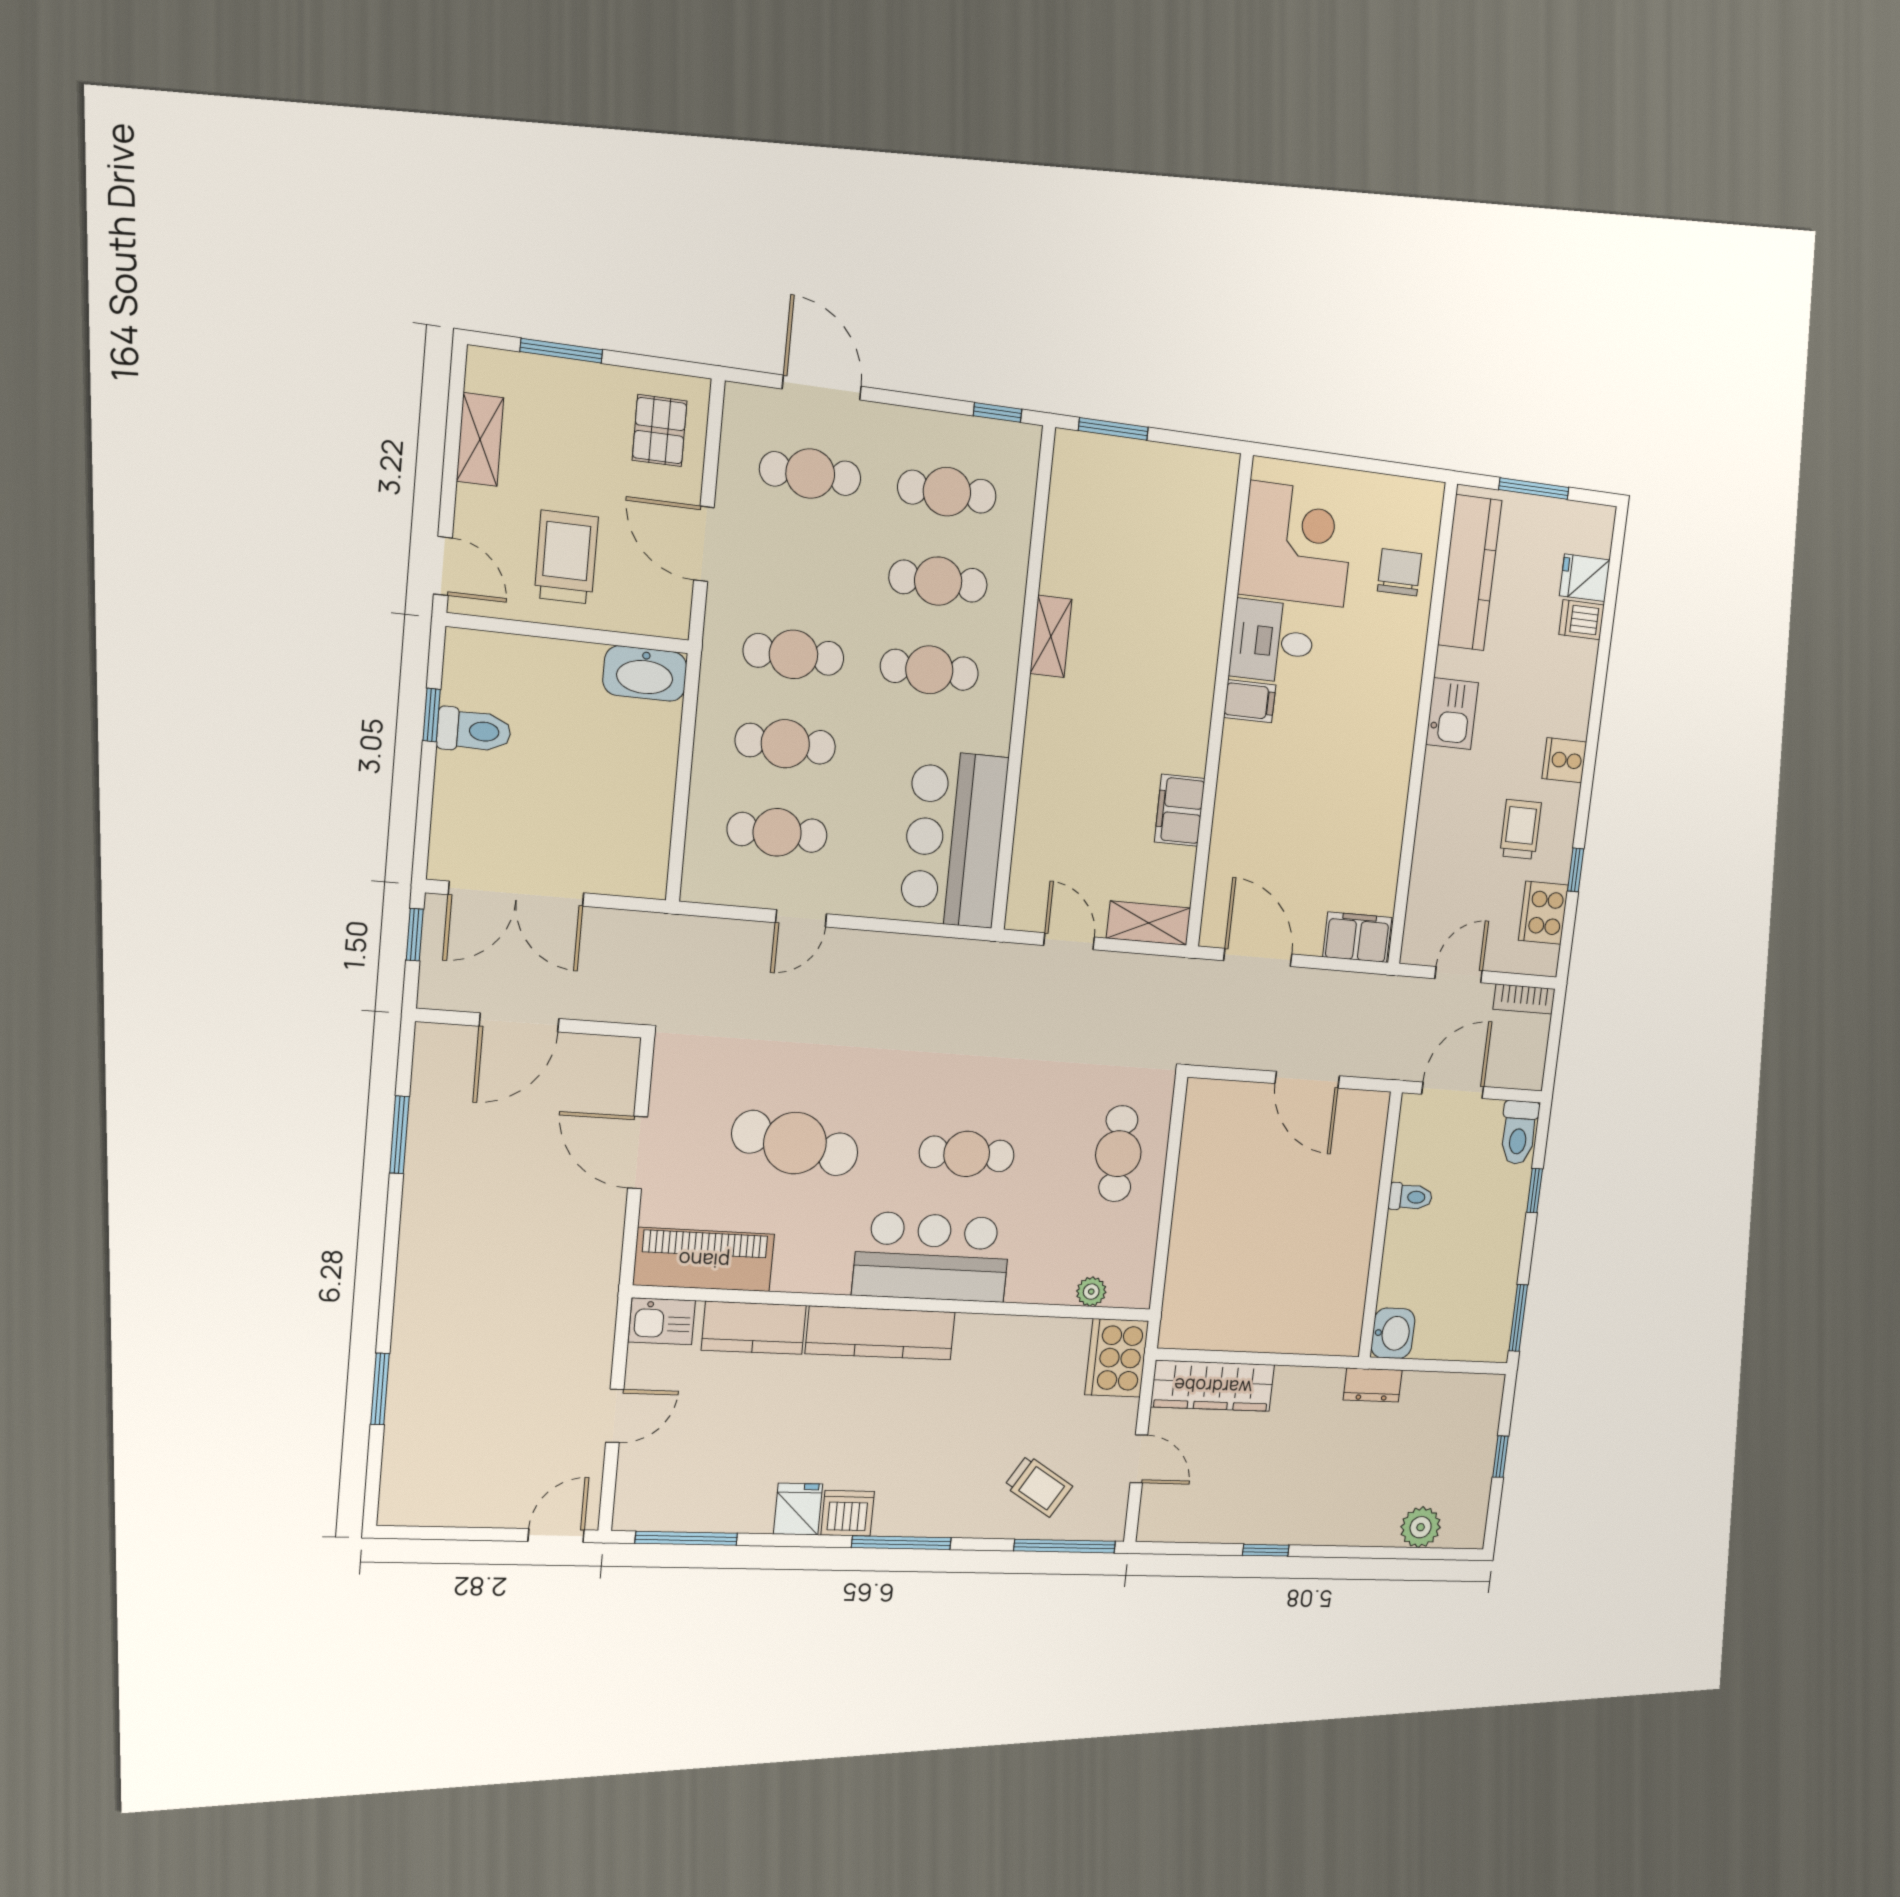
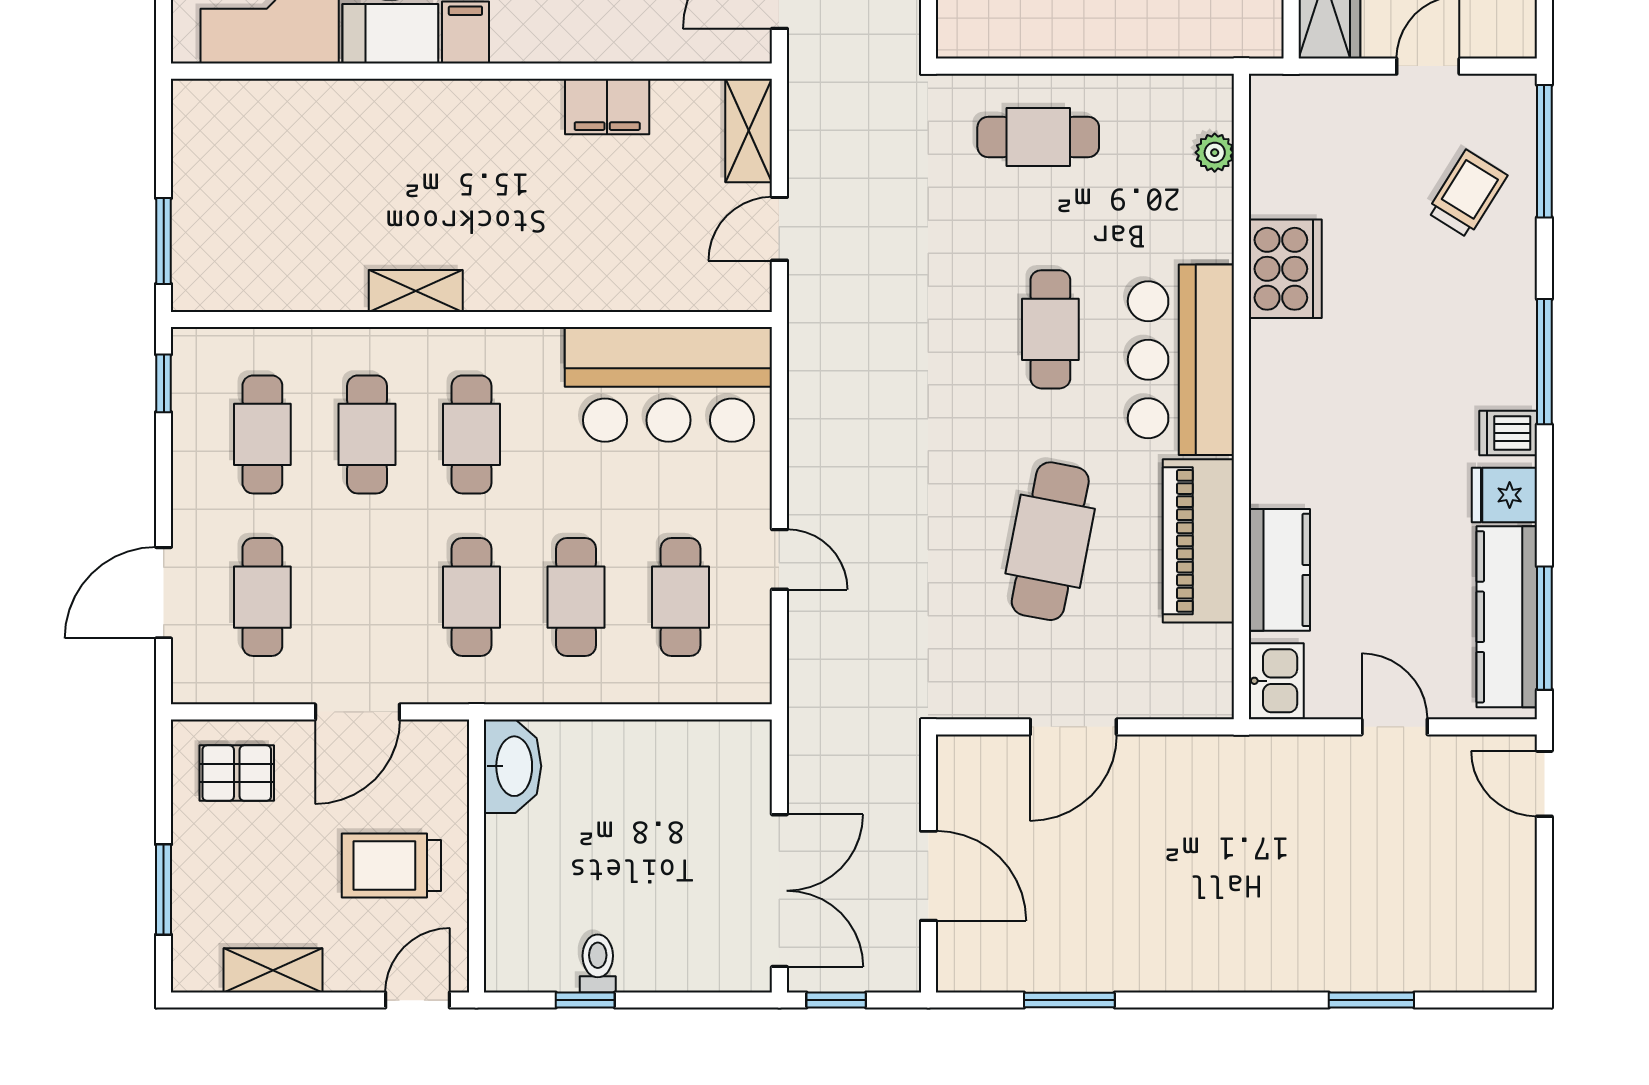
toilet: (474, 731) -> (598, 963), width x0.73, depth x0.72
piano: (704, 1260) -> (1198, 541), moved
kitchen counter: (880, 1333) -> (1507, 617), moved, turned 180
cooker: (1117, 1358) -> (1285, 269), moved, turned -90
dishwasher: (848, 1513) -> (1508, 433), width x0.73

